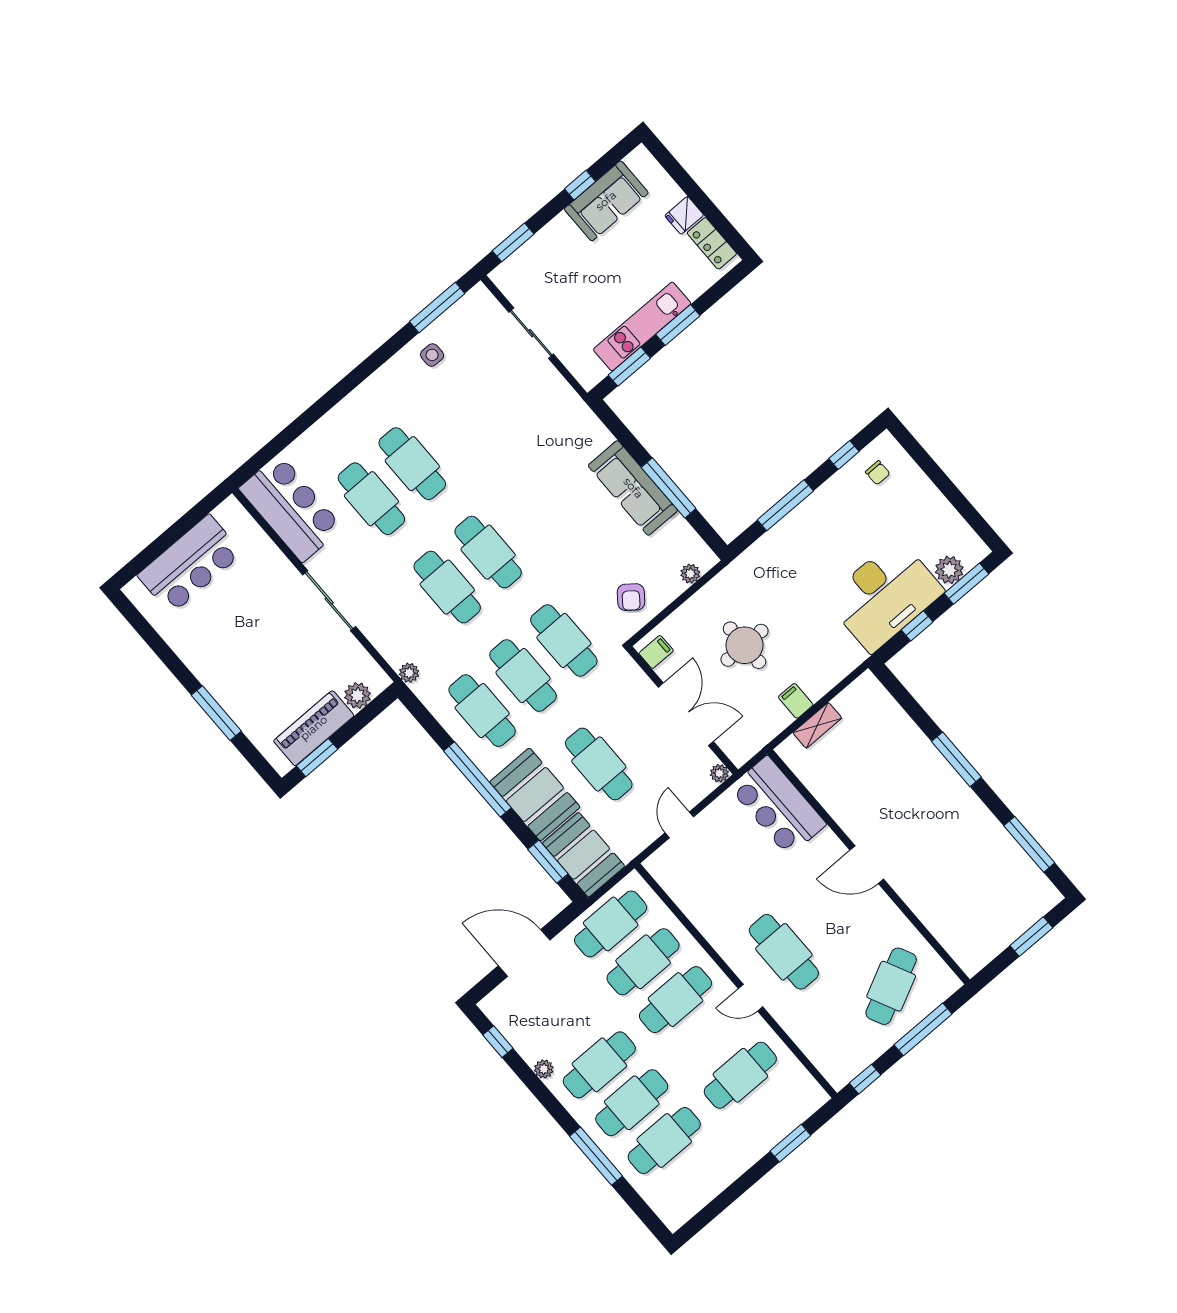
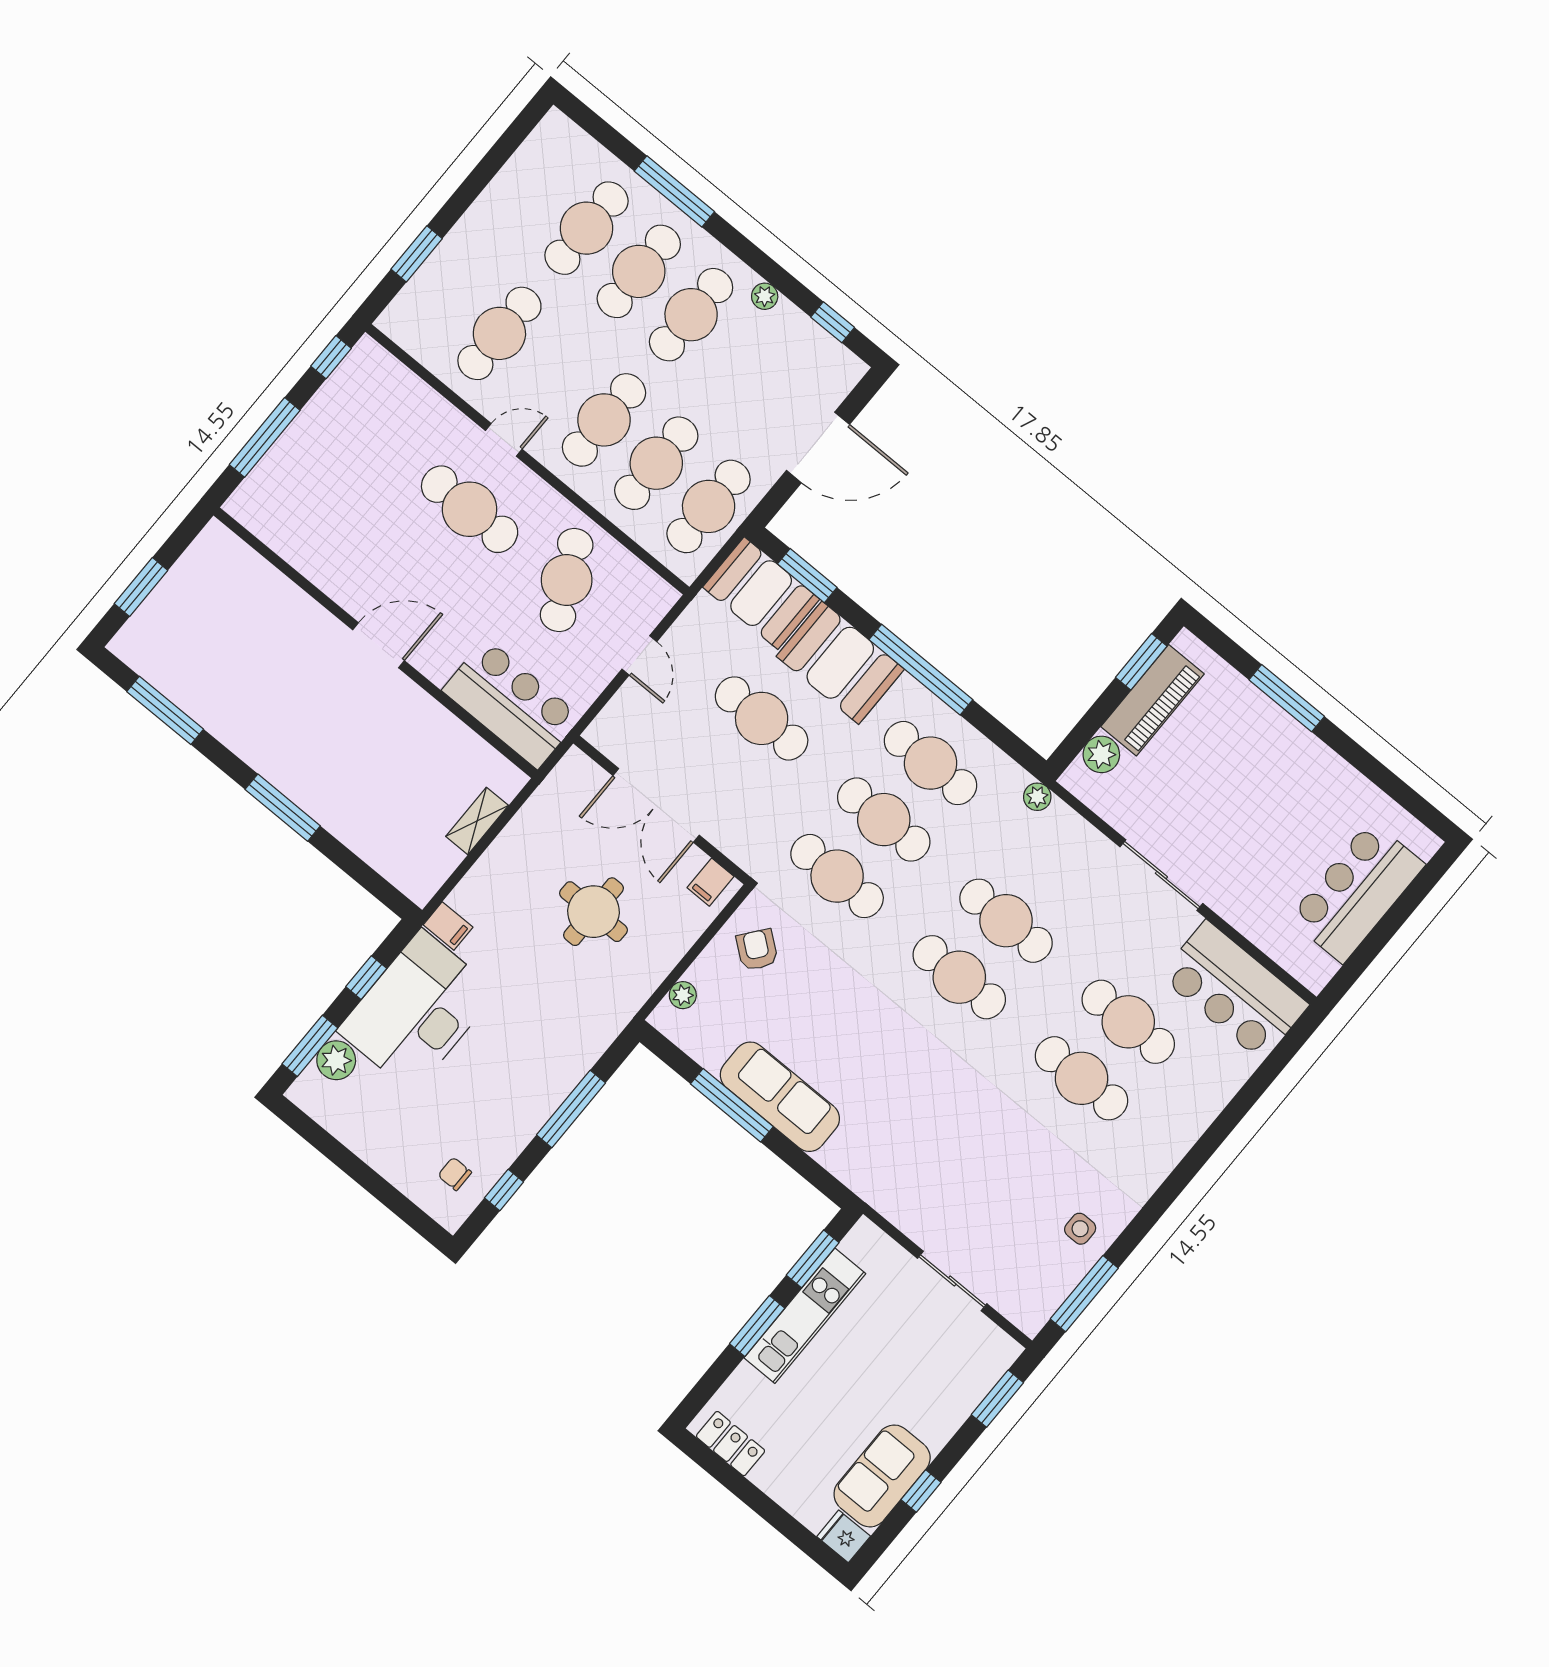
fridge: (684, 215) -> (844, 1536), moved, turned -90
filing cabinet: (796, 701) -> (448, 926), moved
plant: (719, 773) -> (598, 734), removed
cafe table: (891, 986) -> (567, 580), moved

